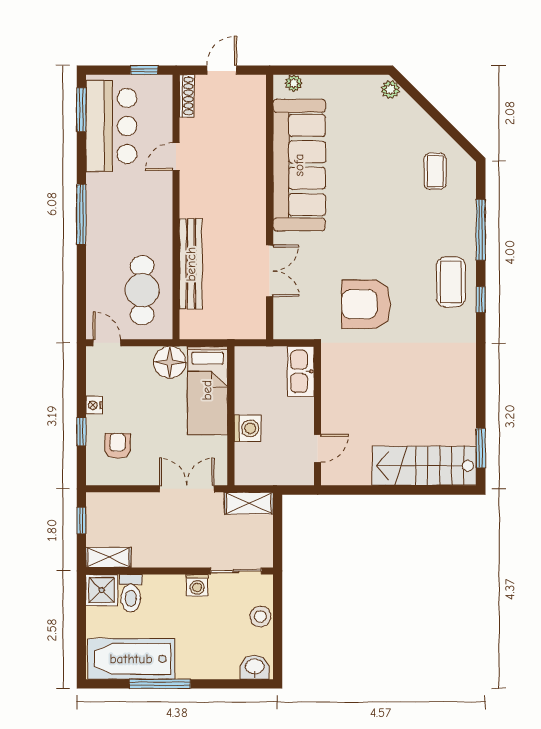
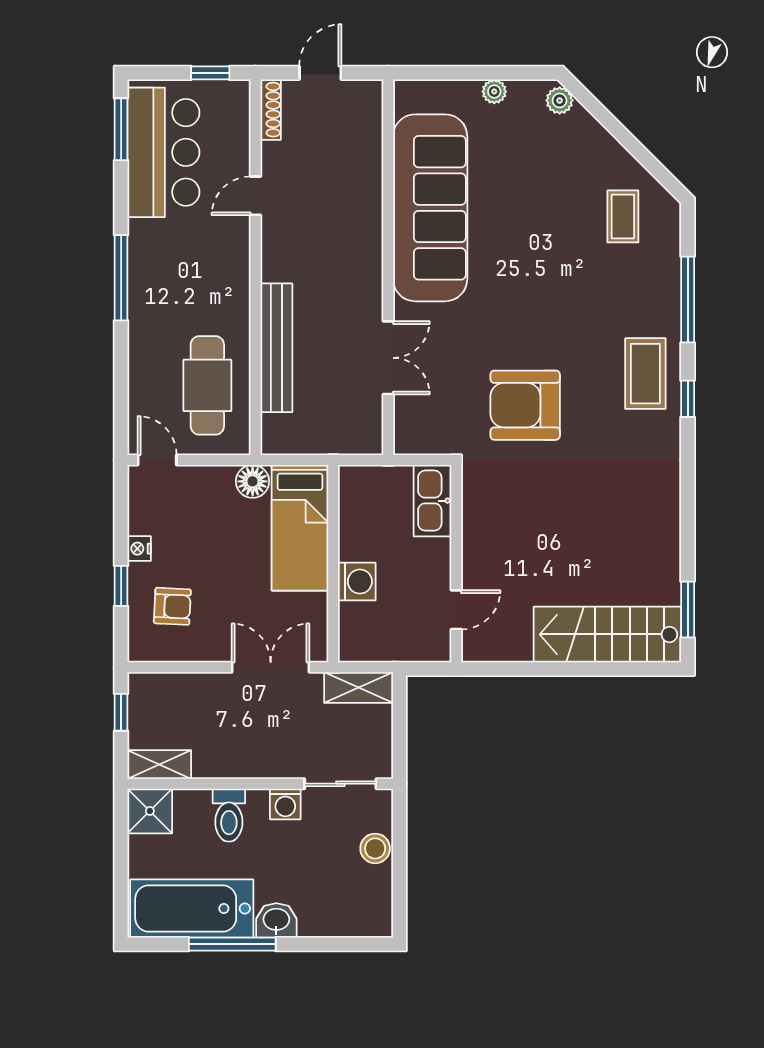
plant: (294, 83) -> (494, 92), moved
floor lamp: (170, 362) -> (253, 481), width x0.73, depth x0.73
armchair: (118, 446) -> (172, 606), turned 93
toilet: (131, 593) -> (229, 815), moved
washbasin: (255, 667) -> (276, 920), moved

